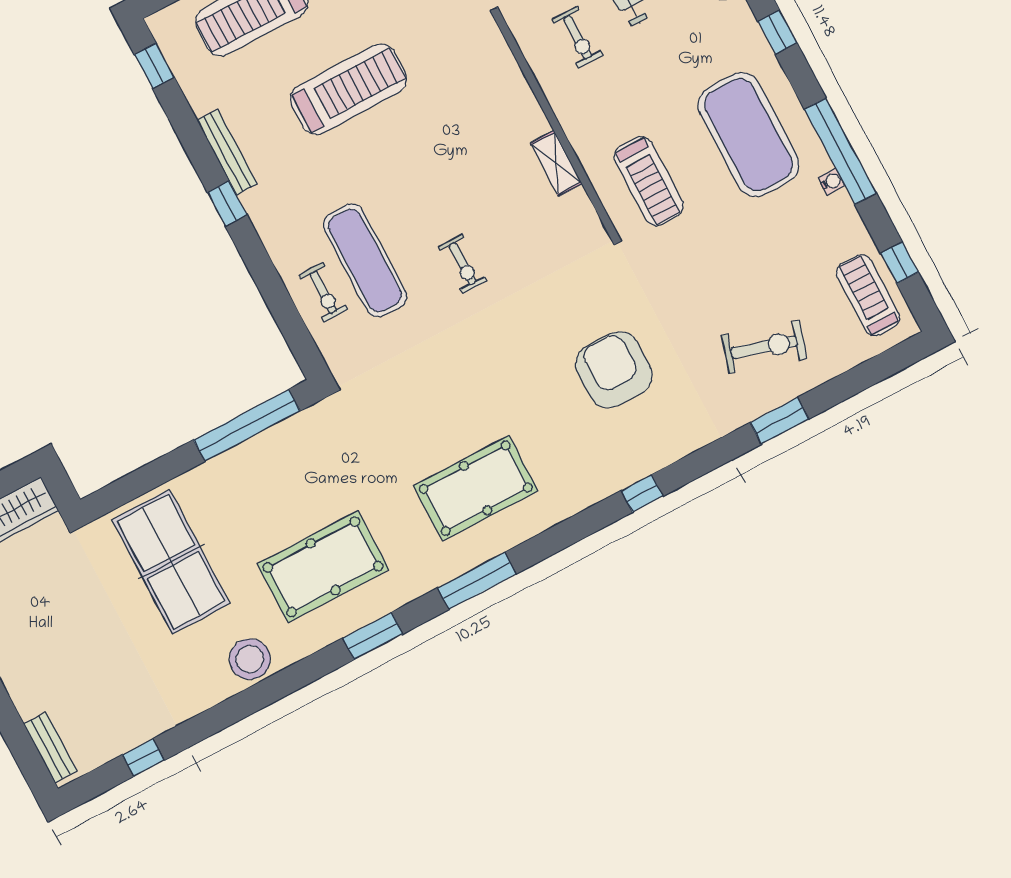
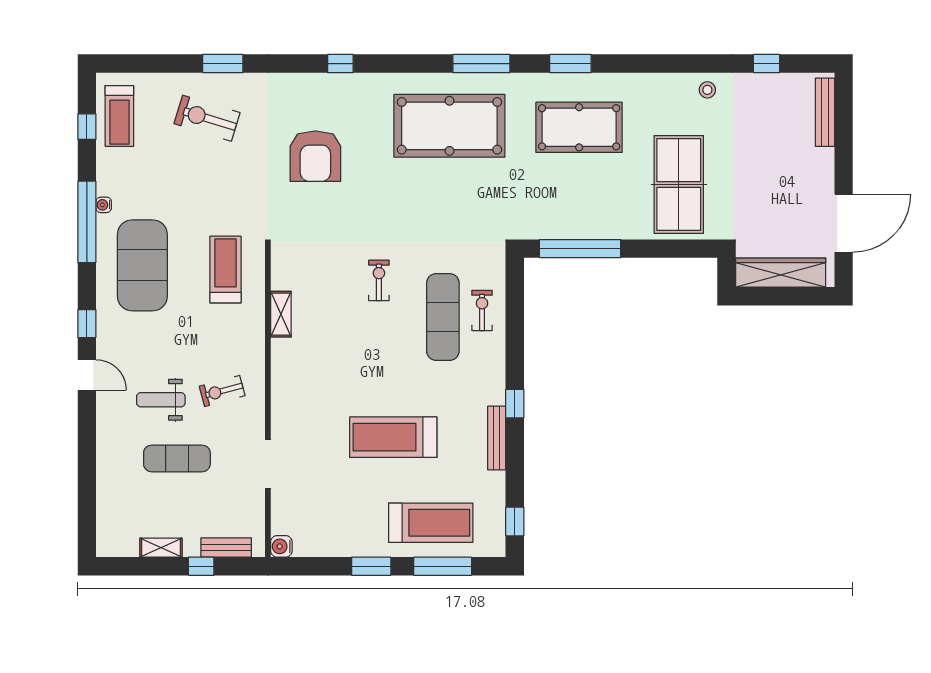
exercise bike: (577, 37) -> (222, 391), turned -105
pool table: (476, 488) -> (449, 126), width x1.36, depth x1.32
stool: (250, 659) -> (707, 90), moved, width x0.53, depth x0.53
bench: (50, 747) -> (825, 112), width x1.36

